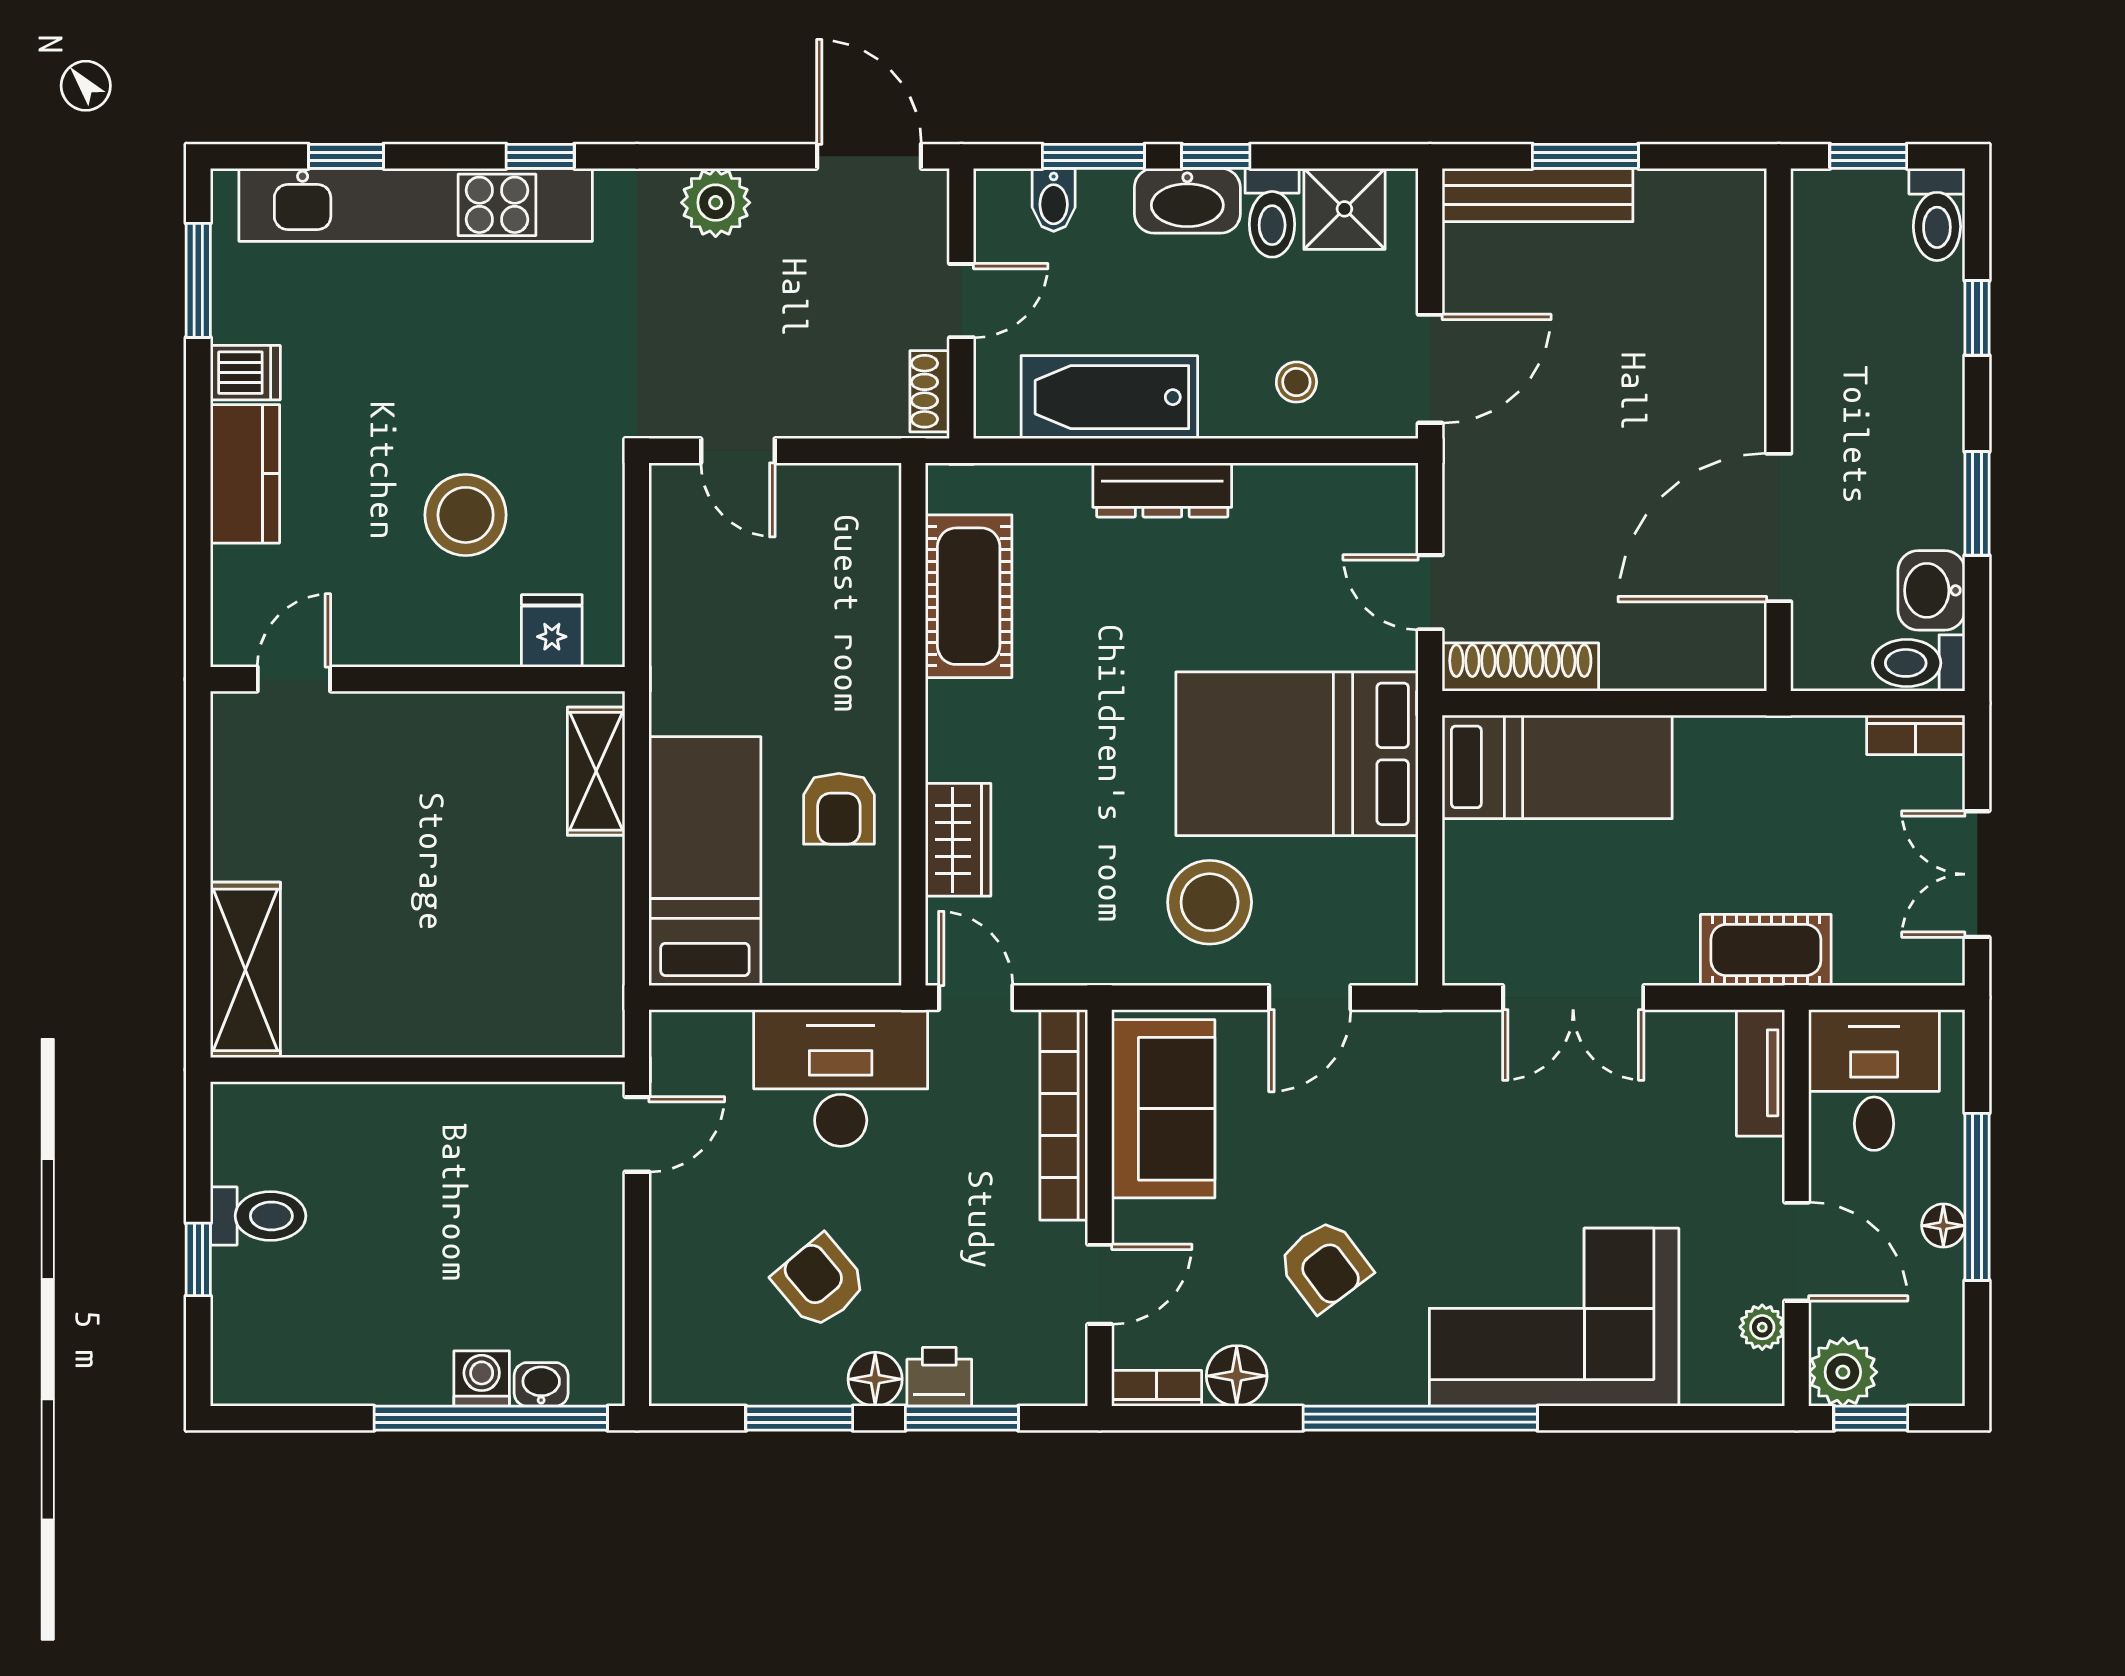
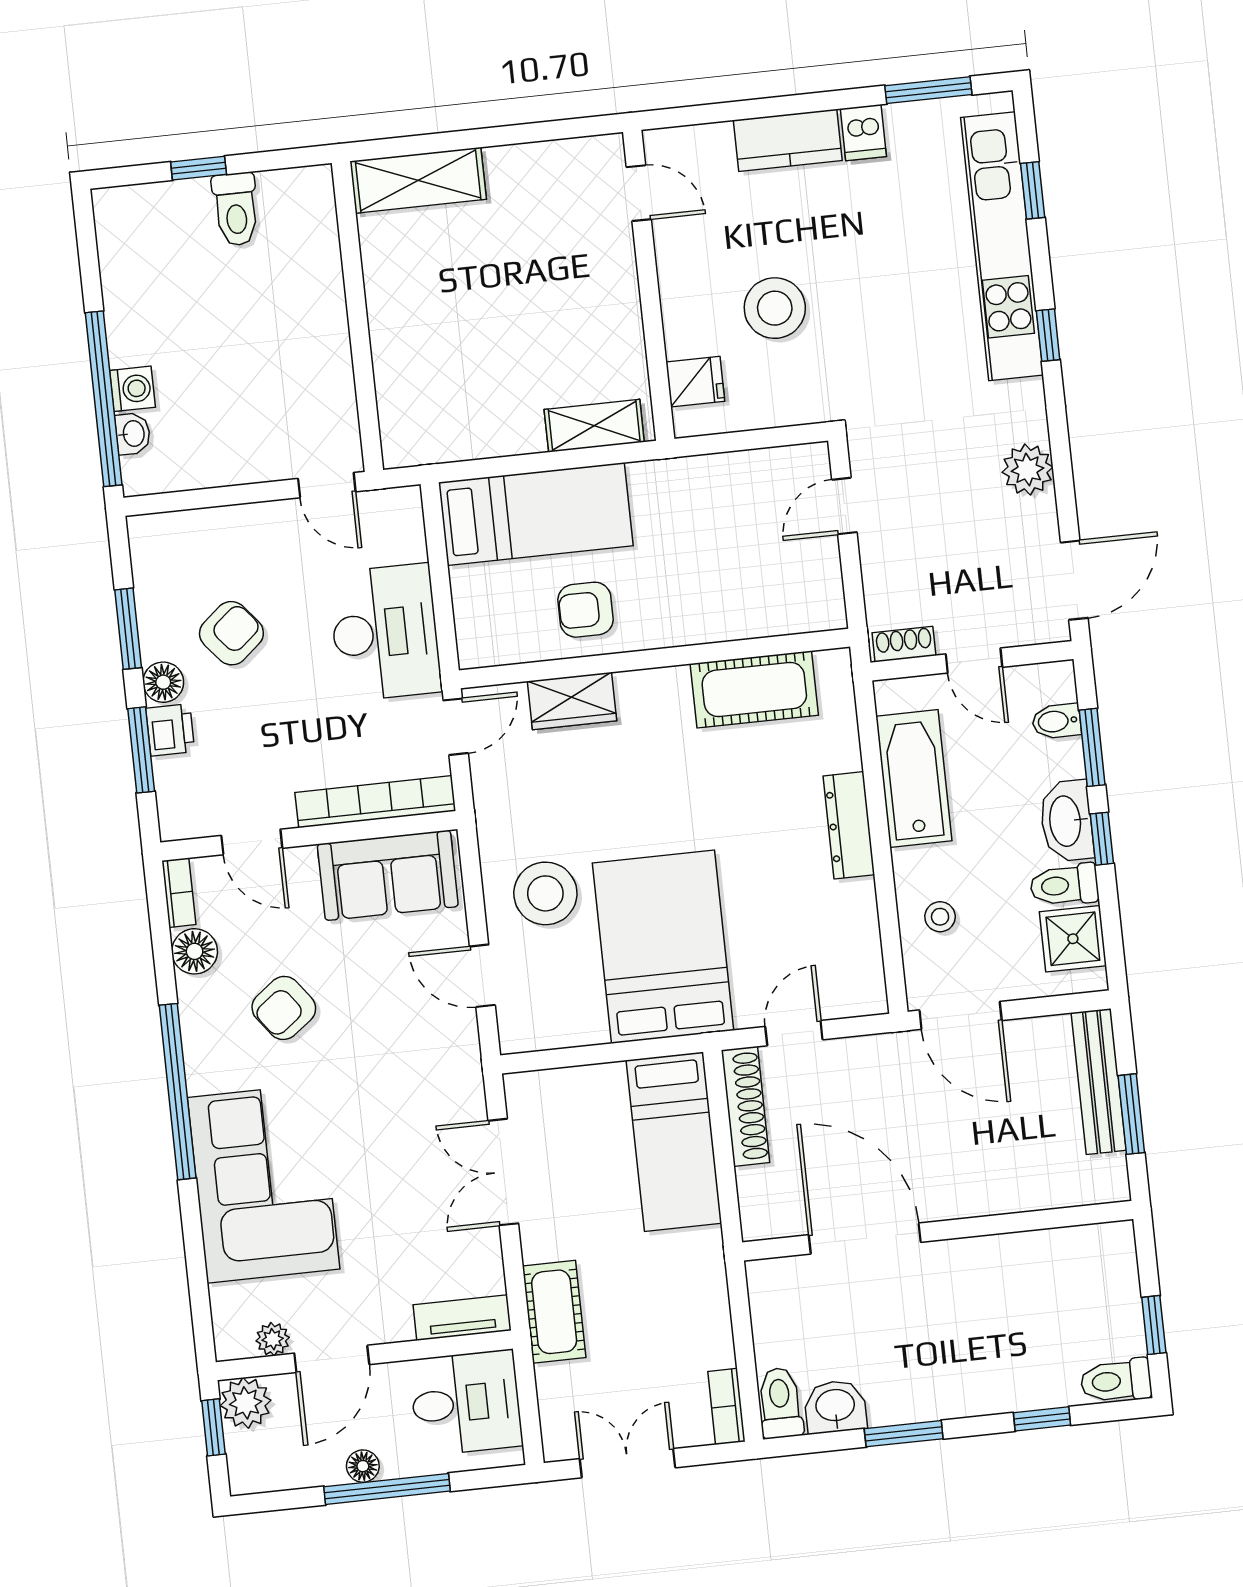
wall: (1779, 430) -> (938, 1231), moved
door: (1779, 528) -> (865, 1239), moved

